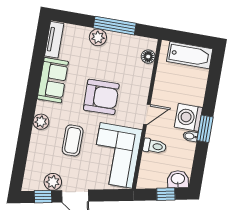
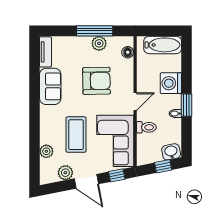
plant: (98, 37) -> (99, 43), moved
armchair: (101, 97) -> (96, 81), moved
washing machine: (188, 117) -> (171, 83), moved
plant: (41, 122) -> (46, 151), moved
coffee table: (73, 140) -> (76, 135), width x1.36, depth x1.32
window: (43, 197) -> (117, 175), moved

